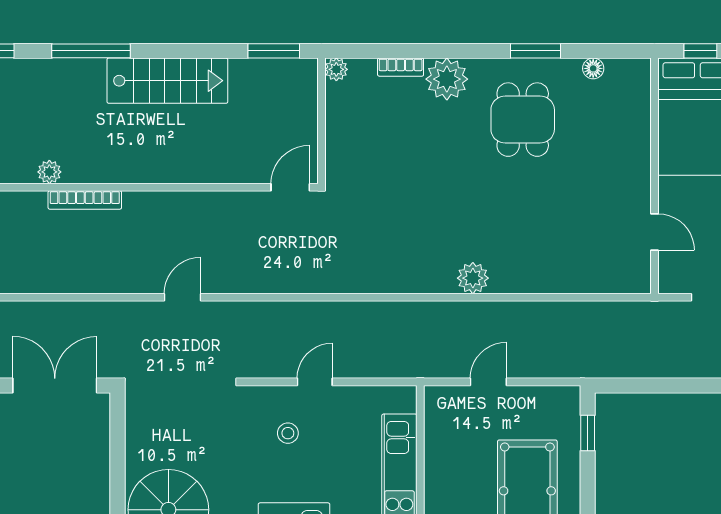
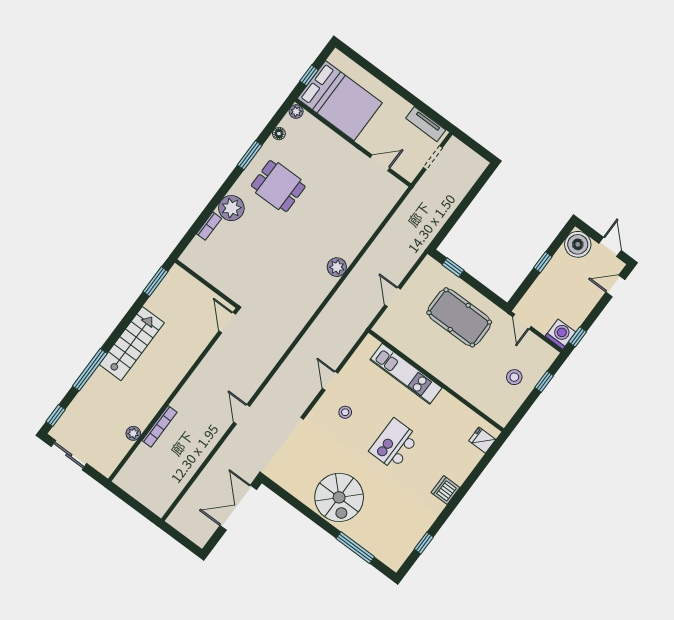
plant: (336, 69) -> (296, 111), moved

